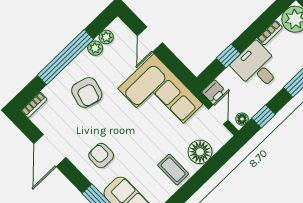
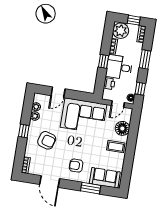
door: (150, 39) -> (58, 92), hinge flipped
window: (228, 56) -> (104, 61), moved
window: (65, 57) -> (24, 131), width x0.32
printer: (214, 92) -> (109, 84), moved
door: (218, 115) -> (118, 104), swing flipped

